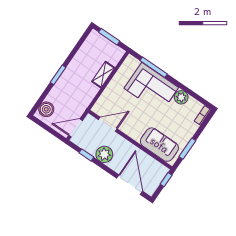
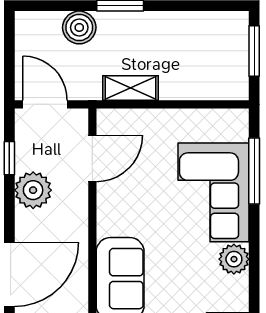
shelving: (103, 75) -> (130, 88), moved
boiler: (46, 109) -> (79, 27), moved
door: (108, 124) -> (92, 158), hinge flipped

